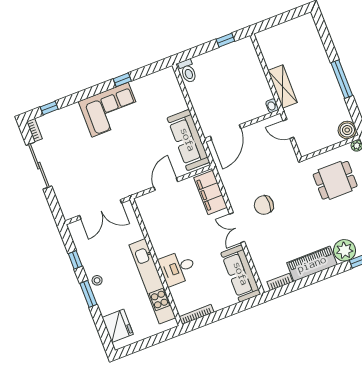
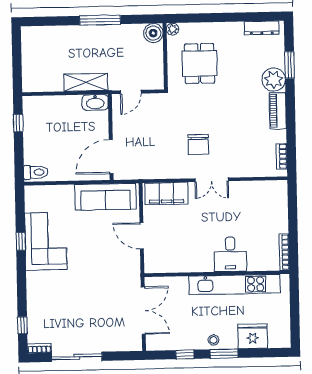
washbasin: (272, 106) -> (95, 102), width x1.91, depth x1.45
corner sofa: (110, 110) -> (46, 241), moved
door: (225, 132) -> (111, 157), swing flipped
piano: (312, 264) -> (278, 111), width x0.73, depth x0.75
sofa: (241, 274) -> (259, 193), removed
fridge: (118, 326) -> (253, 336), moved

